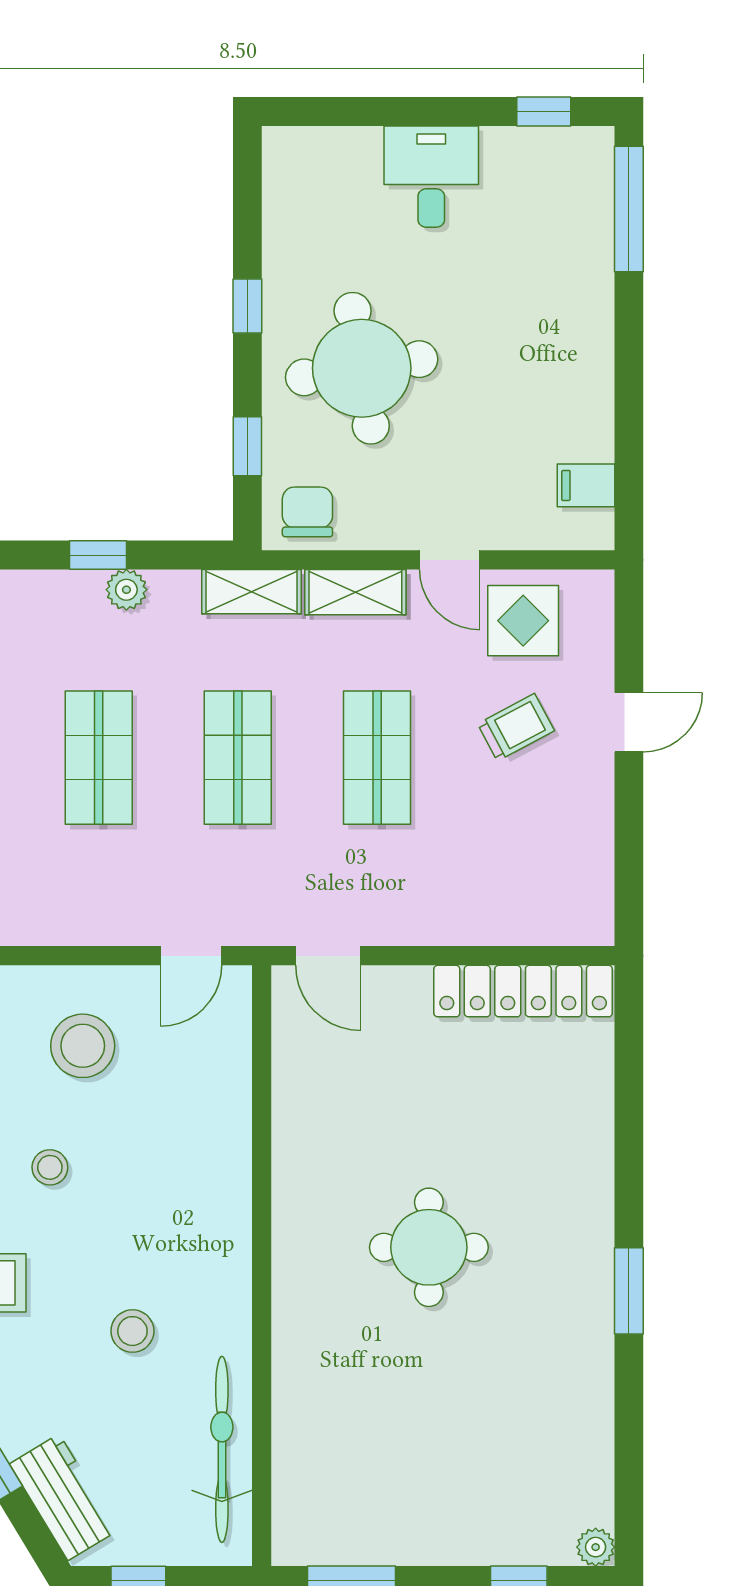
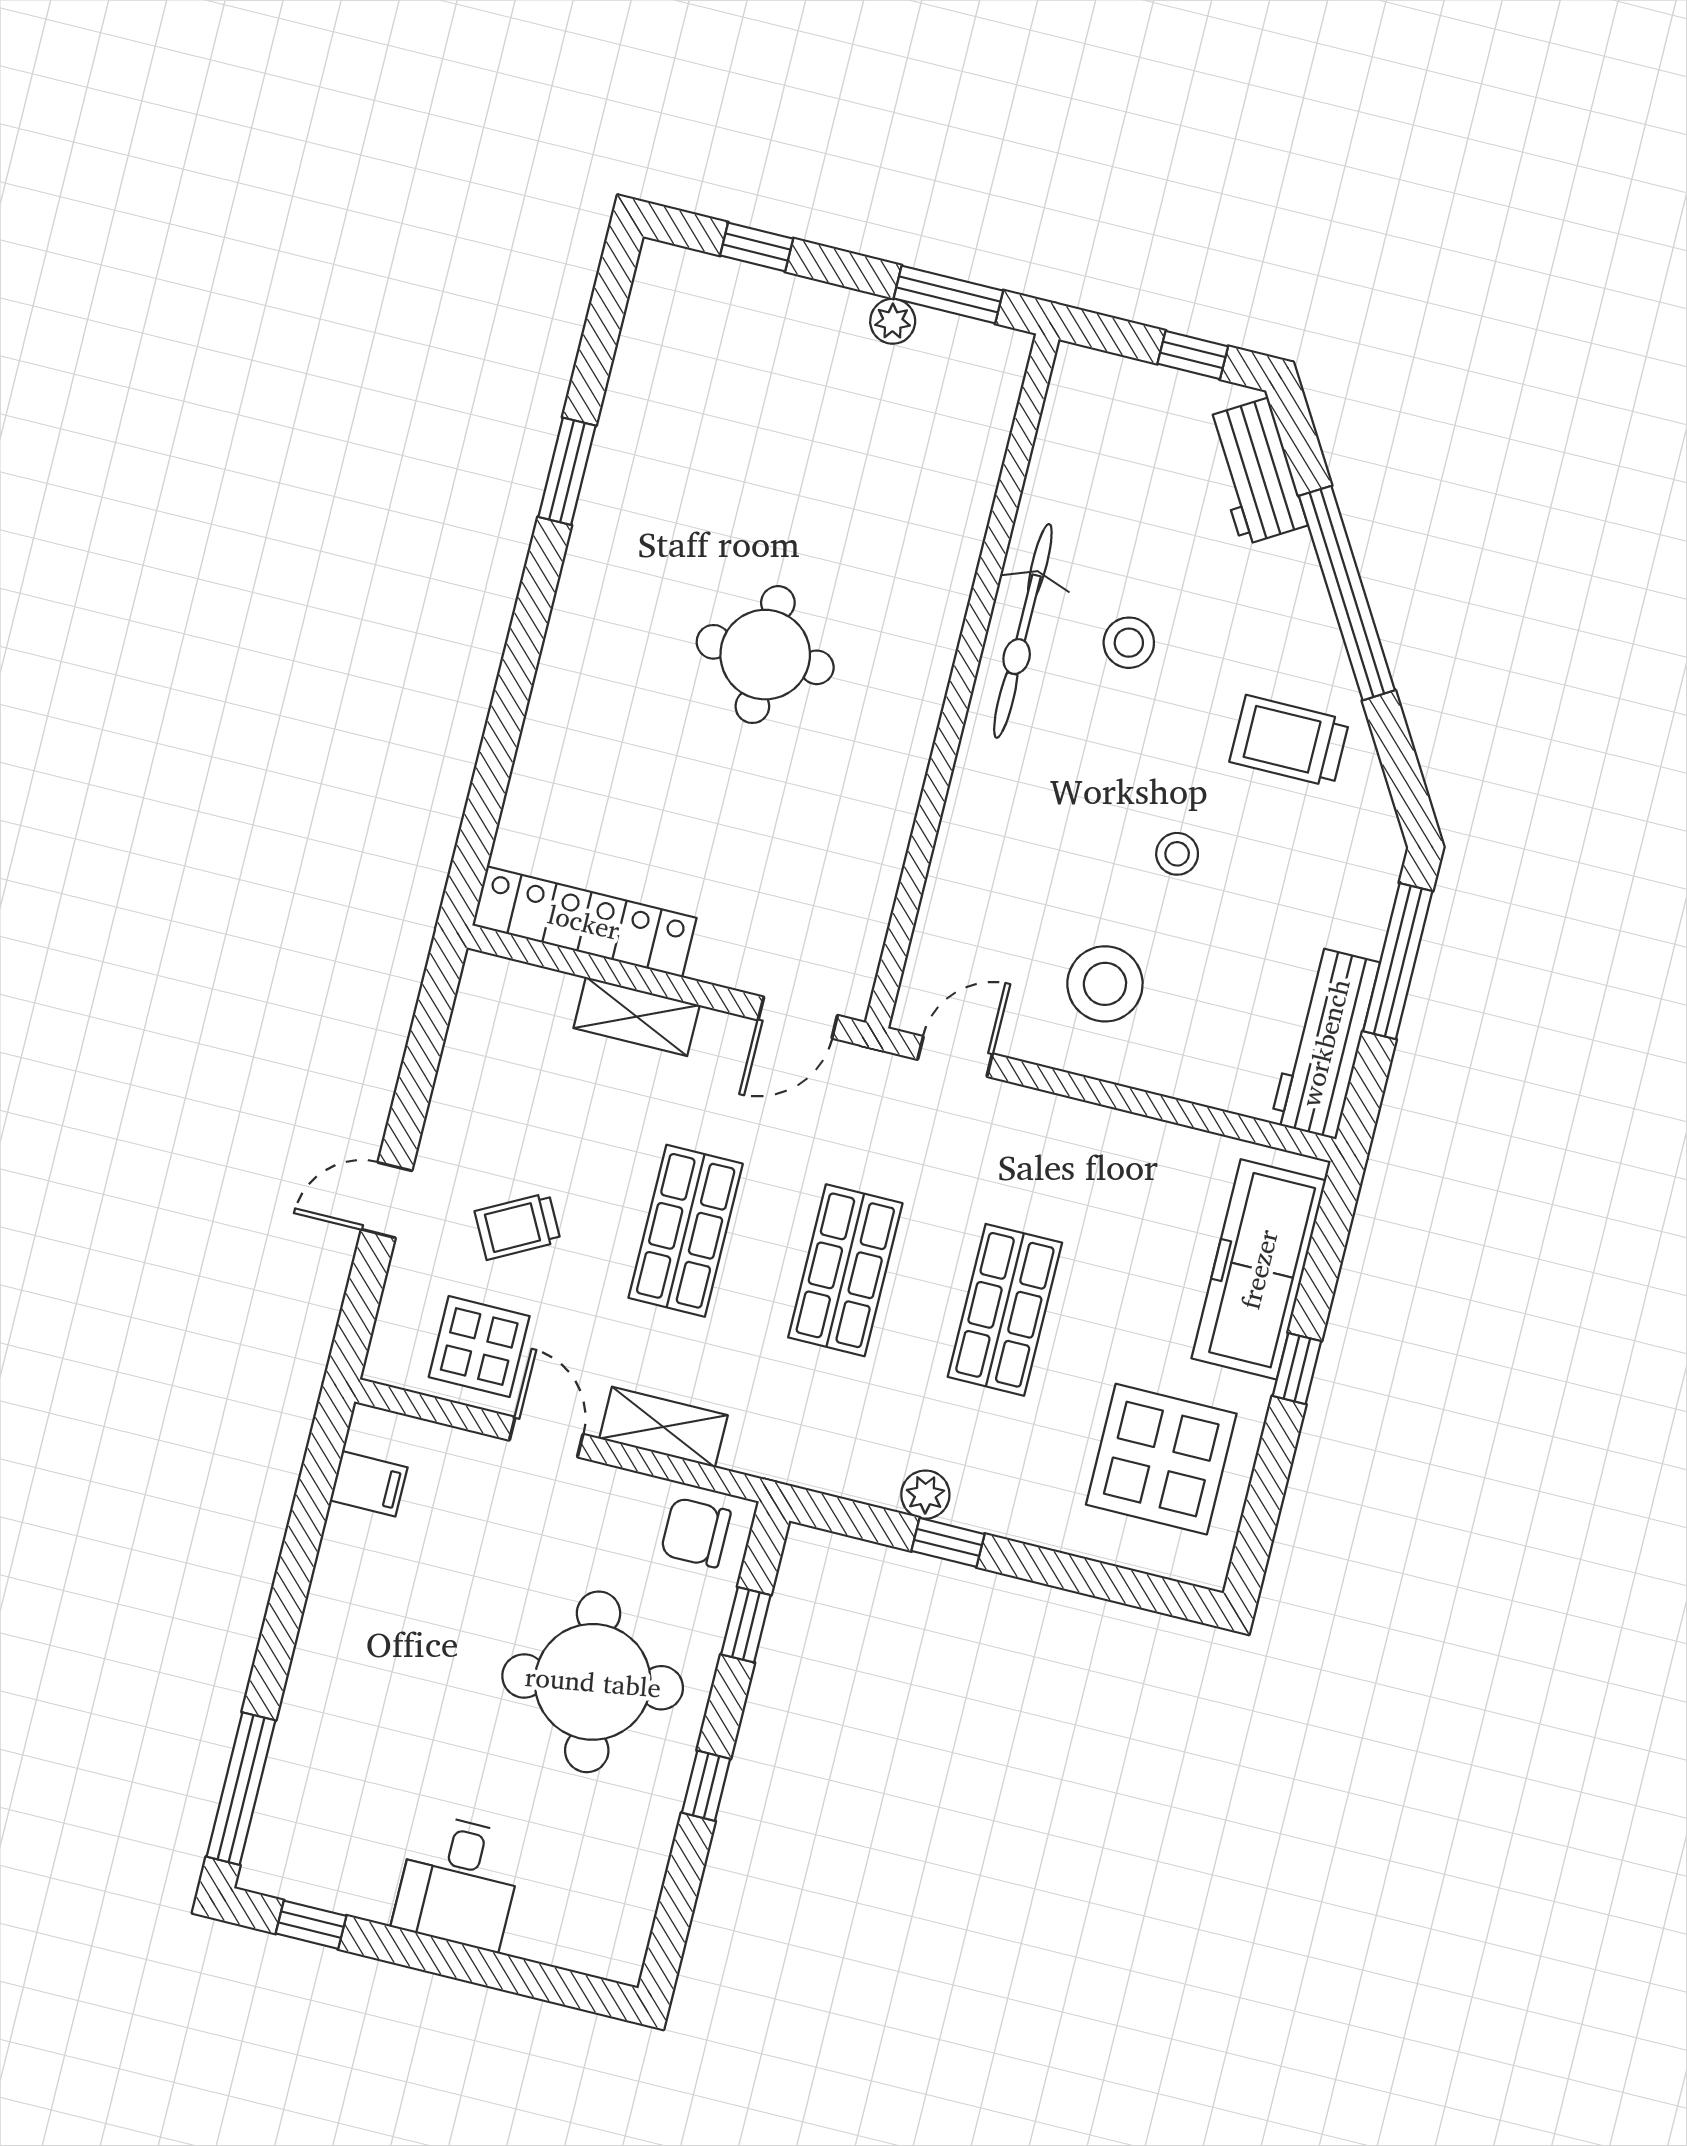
chair: (307, 512) -> (696, 1532), turned 90
shelving: (251, 592) -> (637, 1017), moved
door: (328, 956) -> (798, 1018), swing flipped
window: (629, 1291) -> (567, 471), moved
bicycle: (222, 1449) -> (1023, 631), moved
plant: (596, 1547) -> (893, 321), moved

